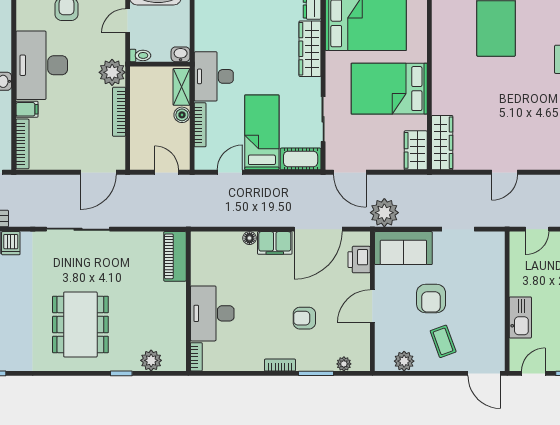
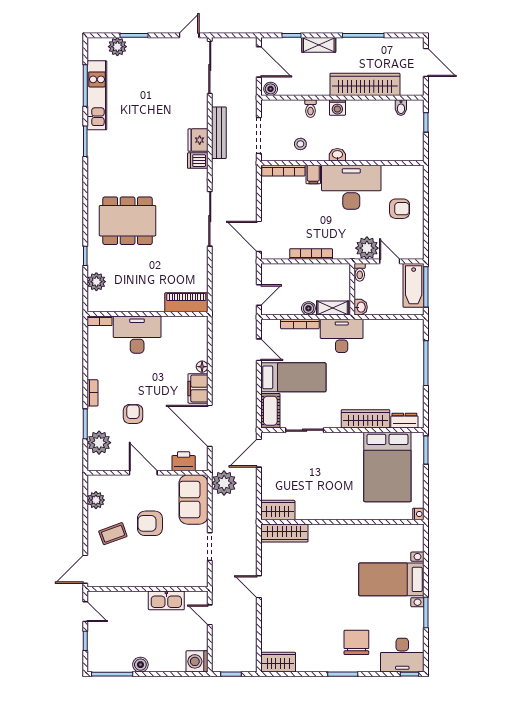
plant: (112, 72) -> (367, 248), moved
bed: (389, 89) -> (331, 487), removed
kitchen sink: (520, 317) -> (166, 600), moved
plant: (344, 364) -> (99, 443), width x1.88, depth x1.88

